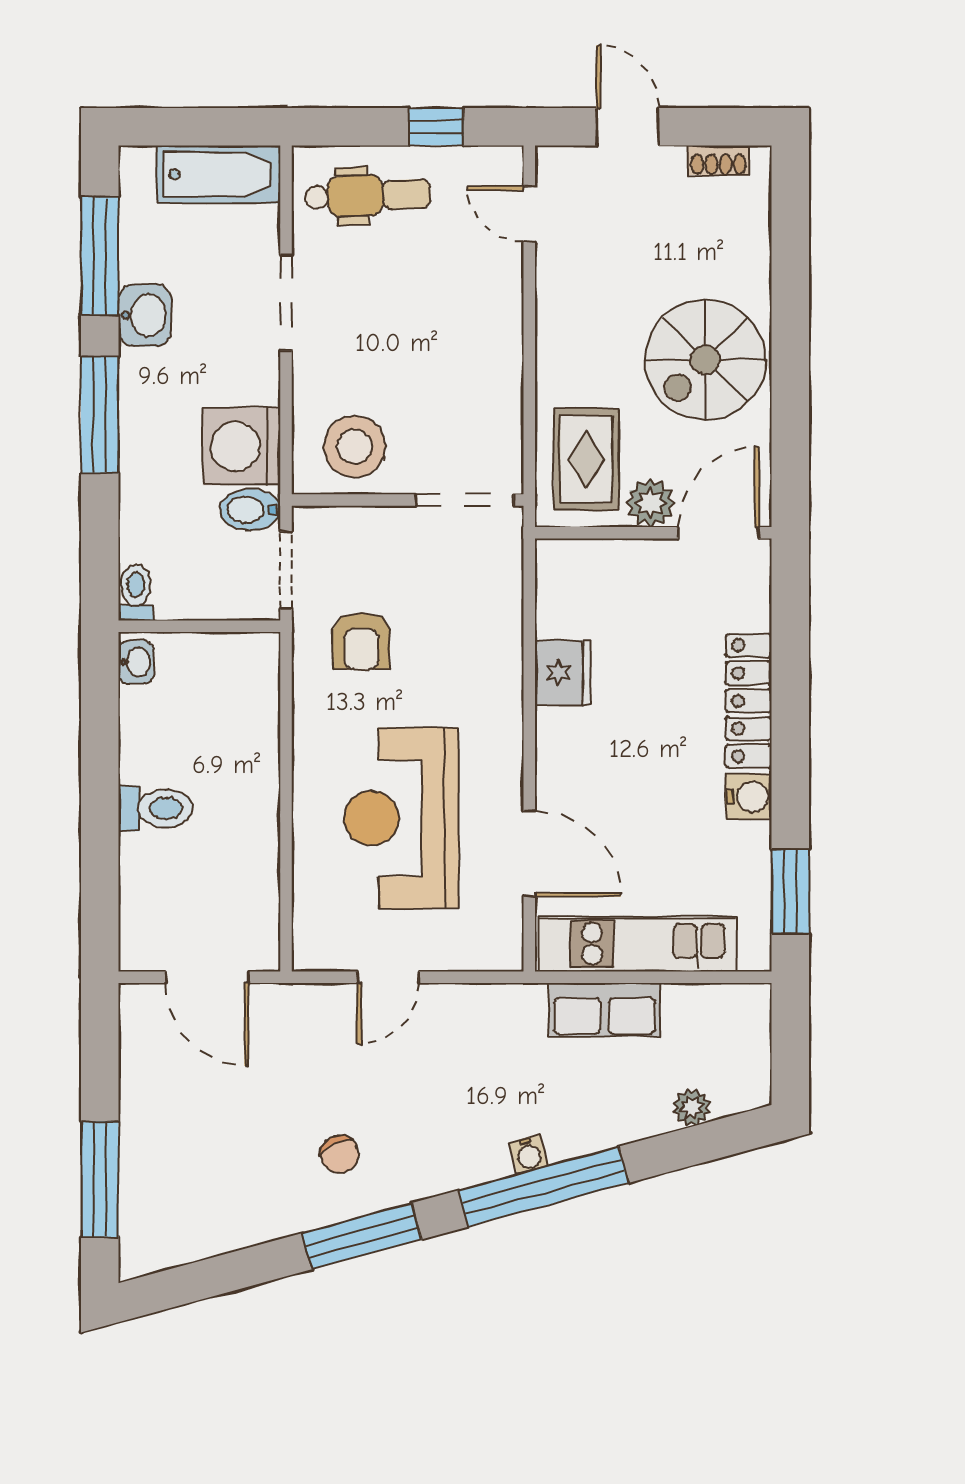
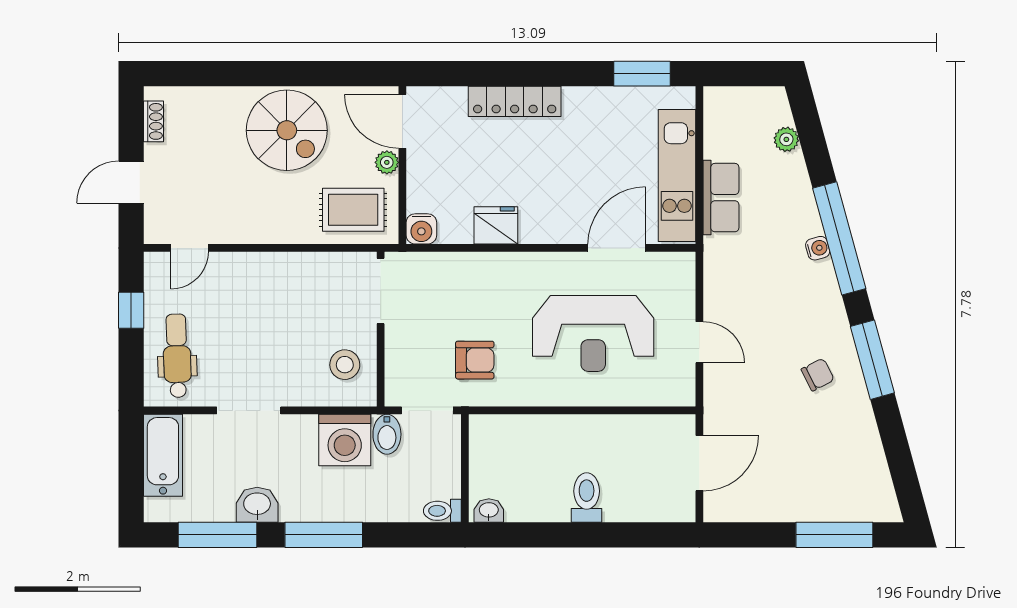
stool: (355, 447) -> (345, 365), width x0.73, depth x0.73
plant: (651, 503) -> (387, 162), width x0.73, depth x0.73
water cooler: (749, 797) -> (421, 229), moved, turned 180

